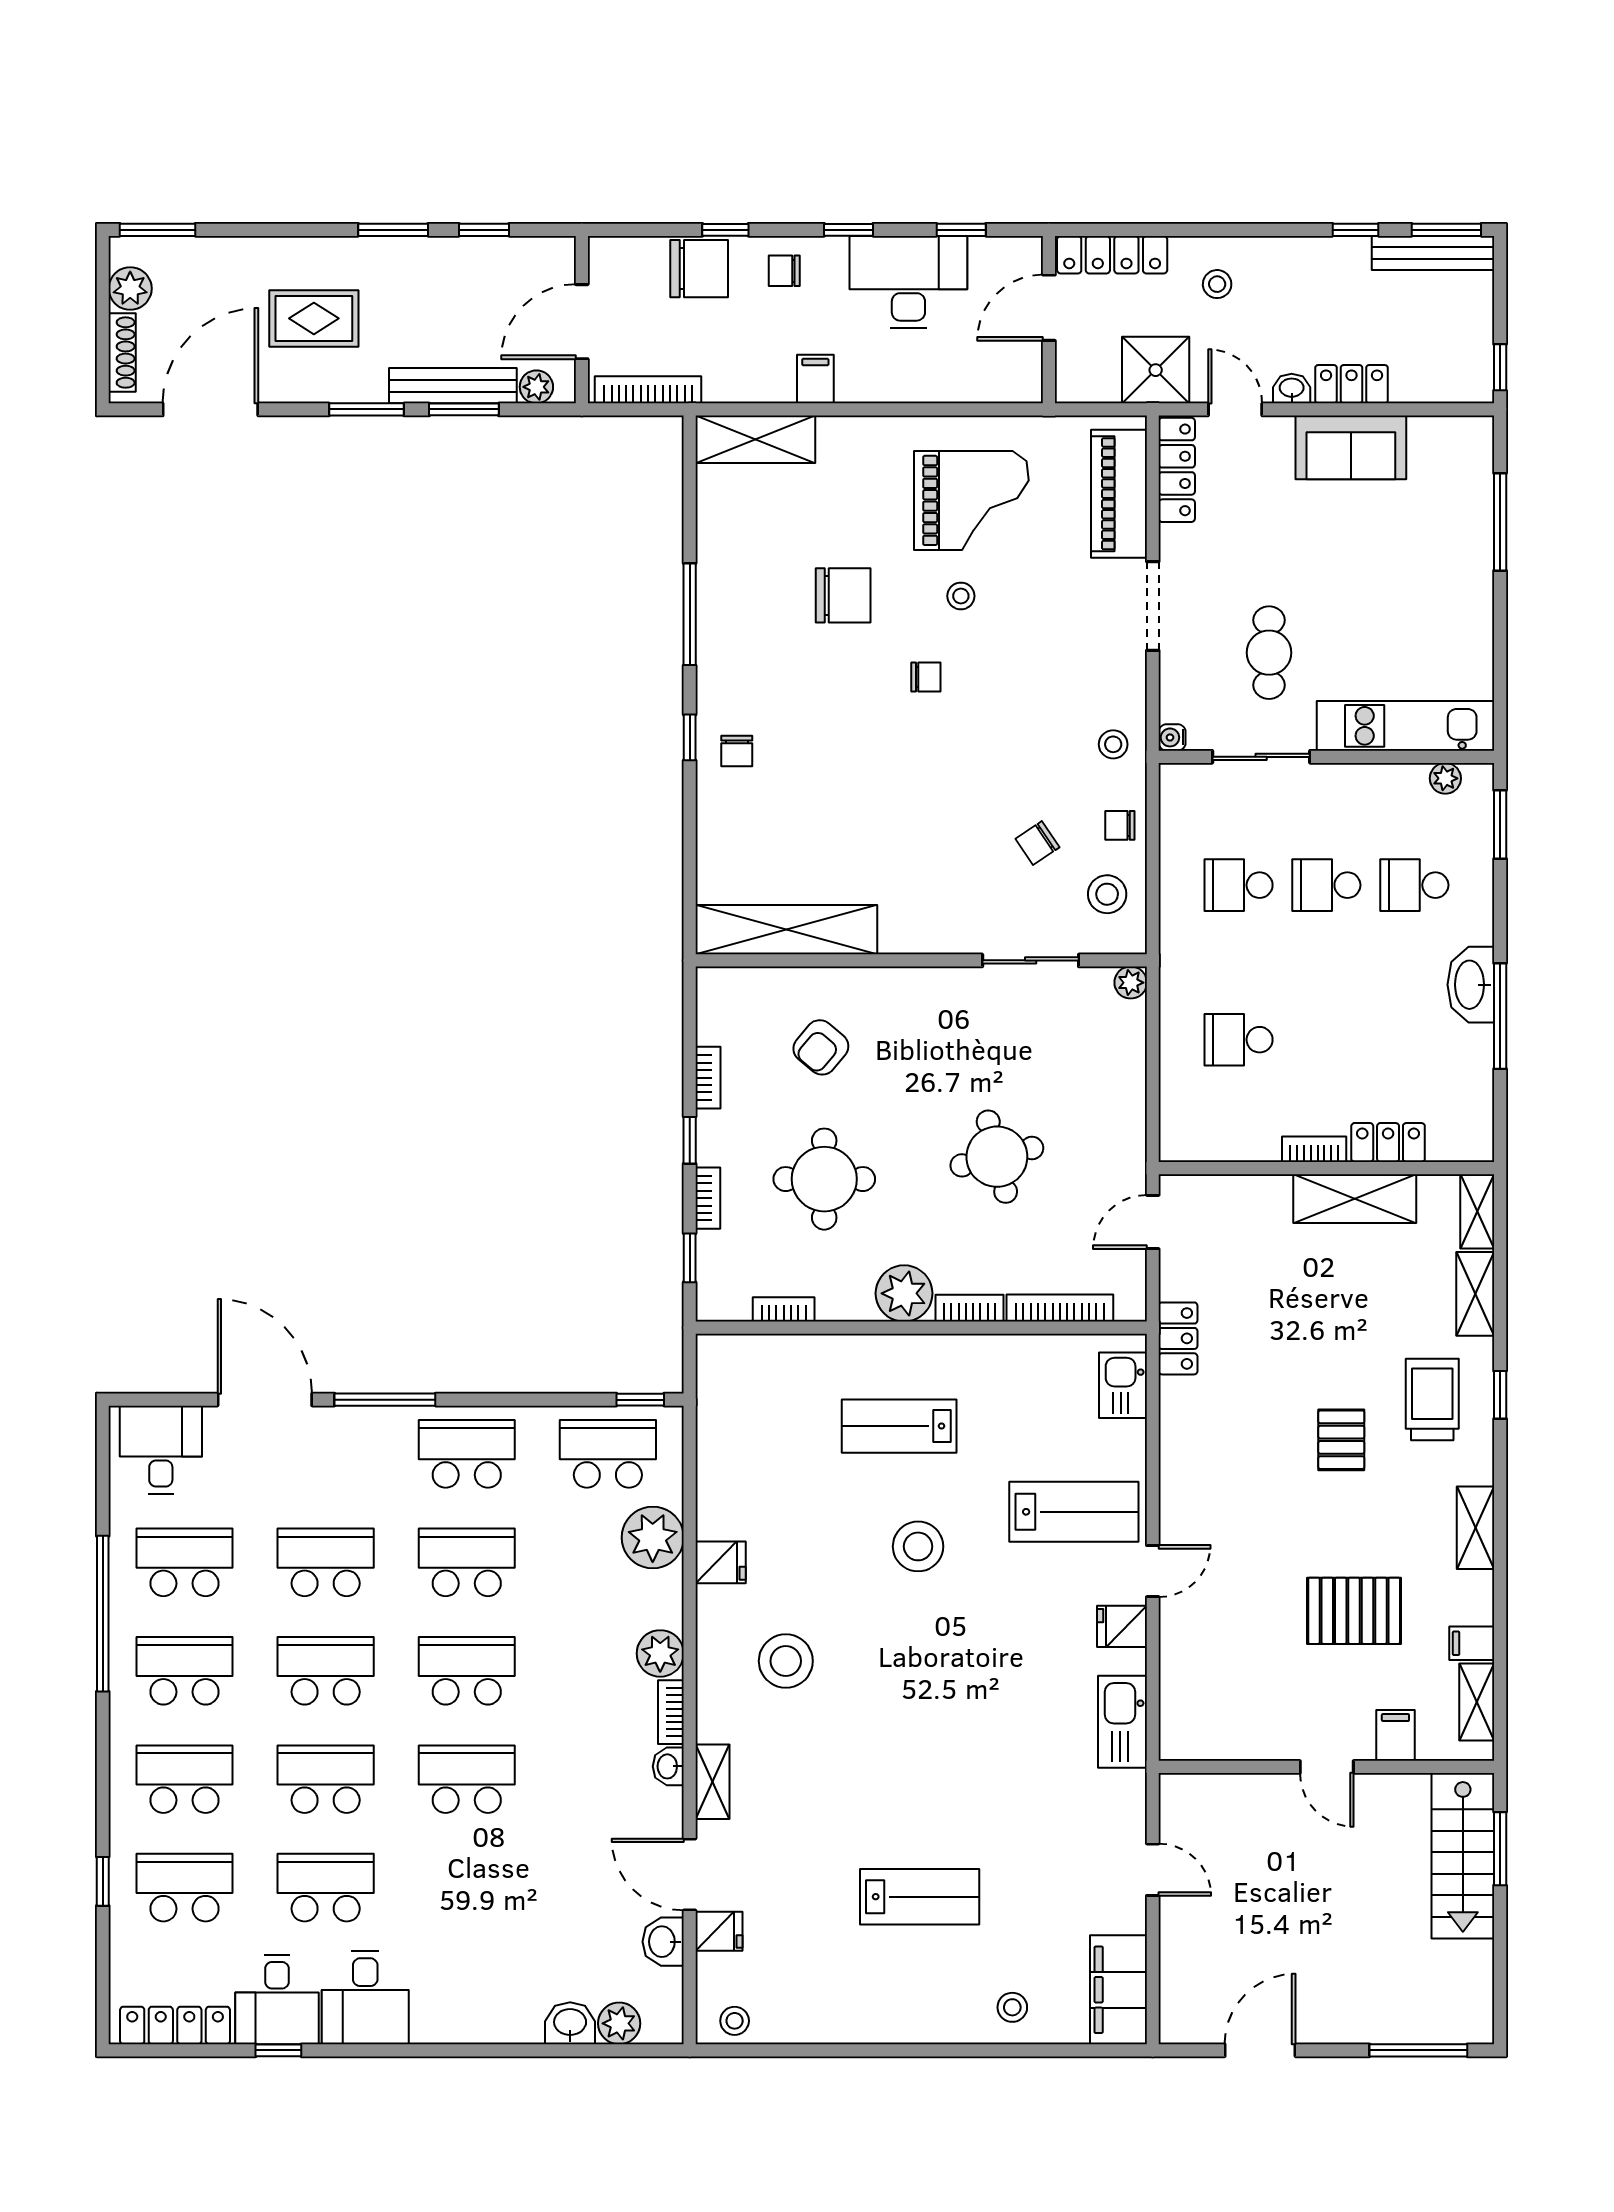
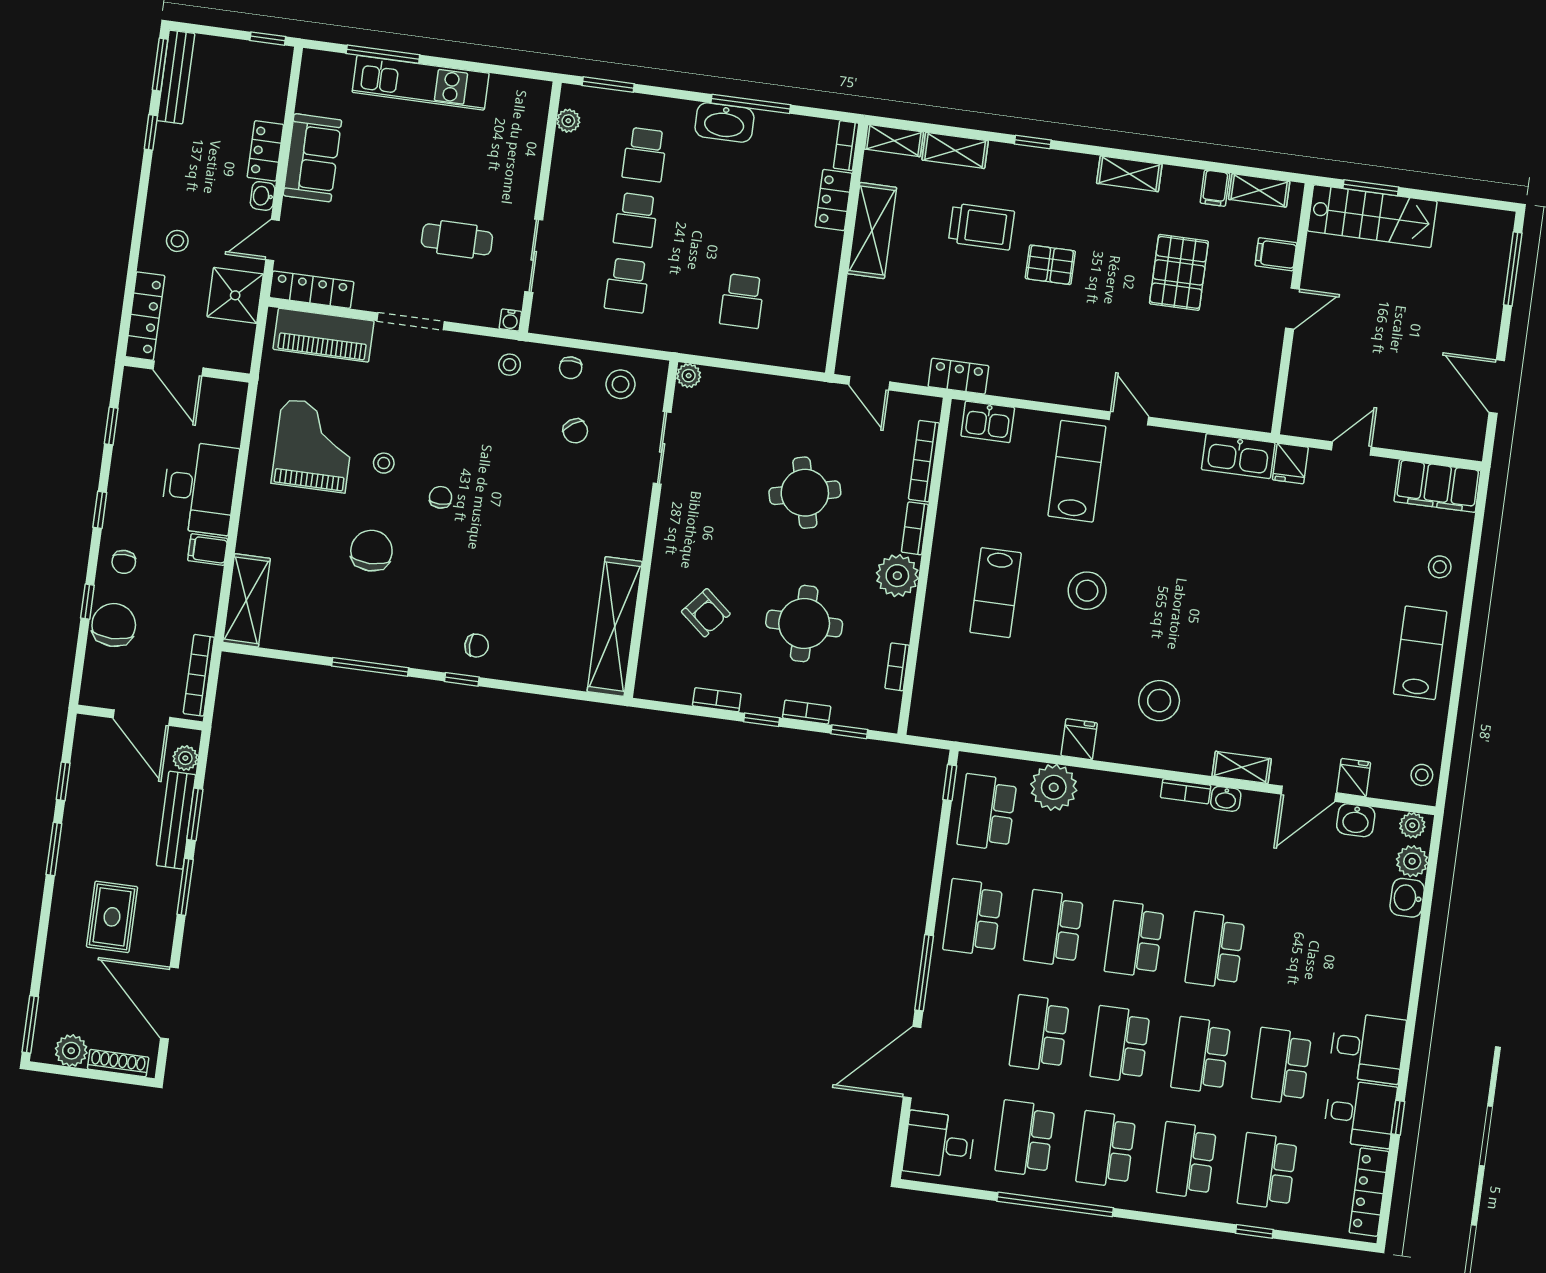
desk: (908, 282) -> (199, 488), moved, turned 180
kitchen unit: (1405, 726) -> (421, 83), moved, turned -90
bookcase: (1314, 1149) -> (846, 146), moved
trolley: (1432, 1399) -> (981, 227), moved, turned 180
fridge: (1122, 1626) -> (1290, 464), moved
plant: (660, 1653) -> (1412, 825), moved, width x0.73, depth x0.73
lab bench: (920, 1897) -> (1420, 653), moved

